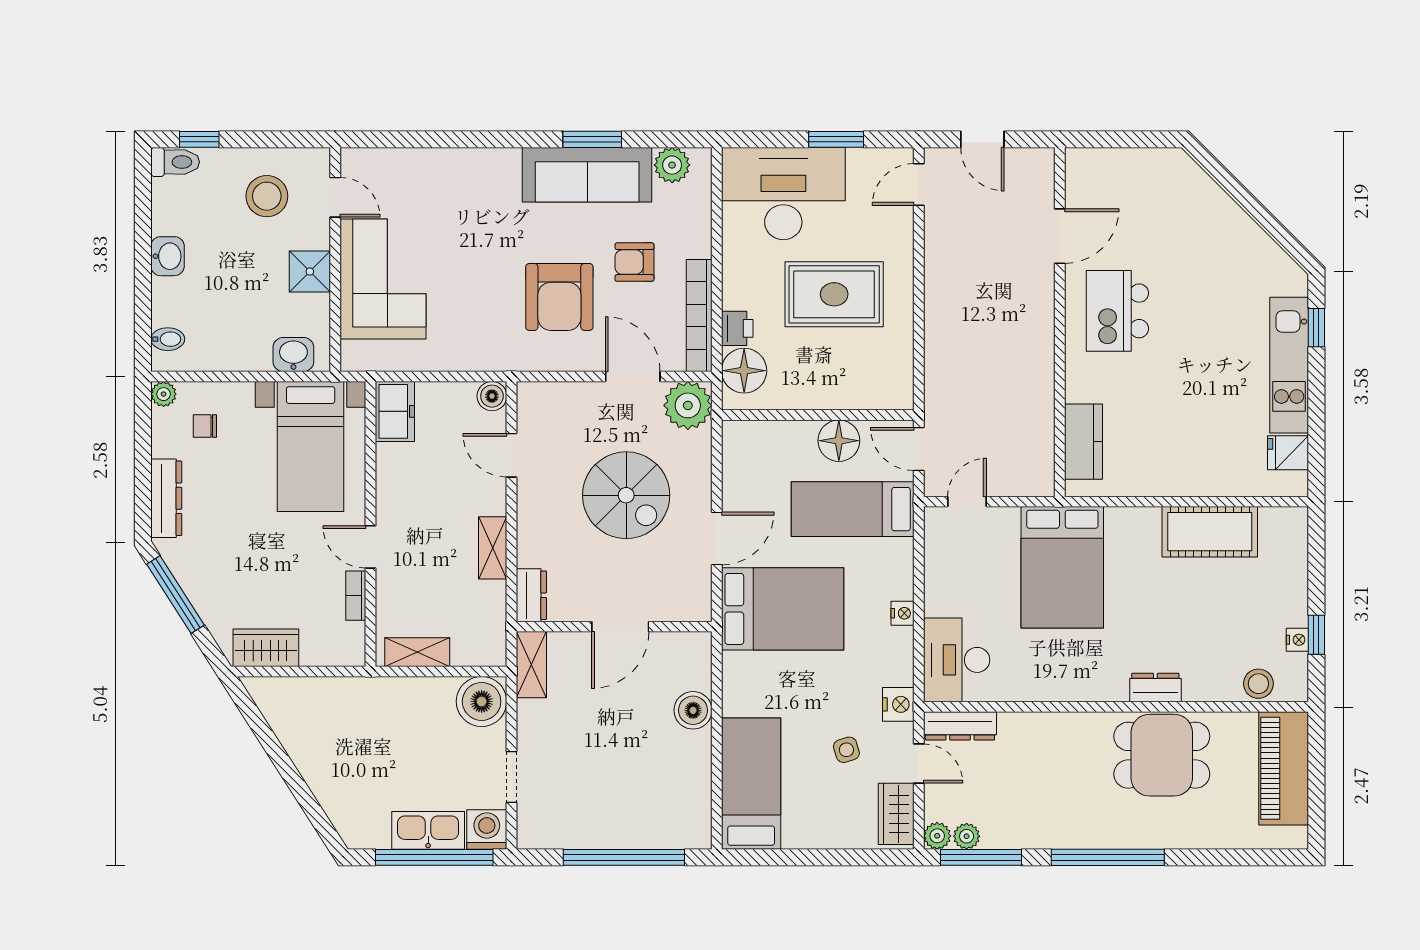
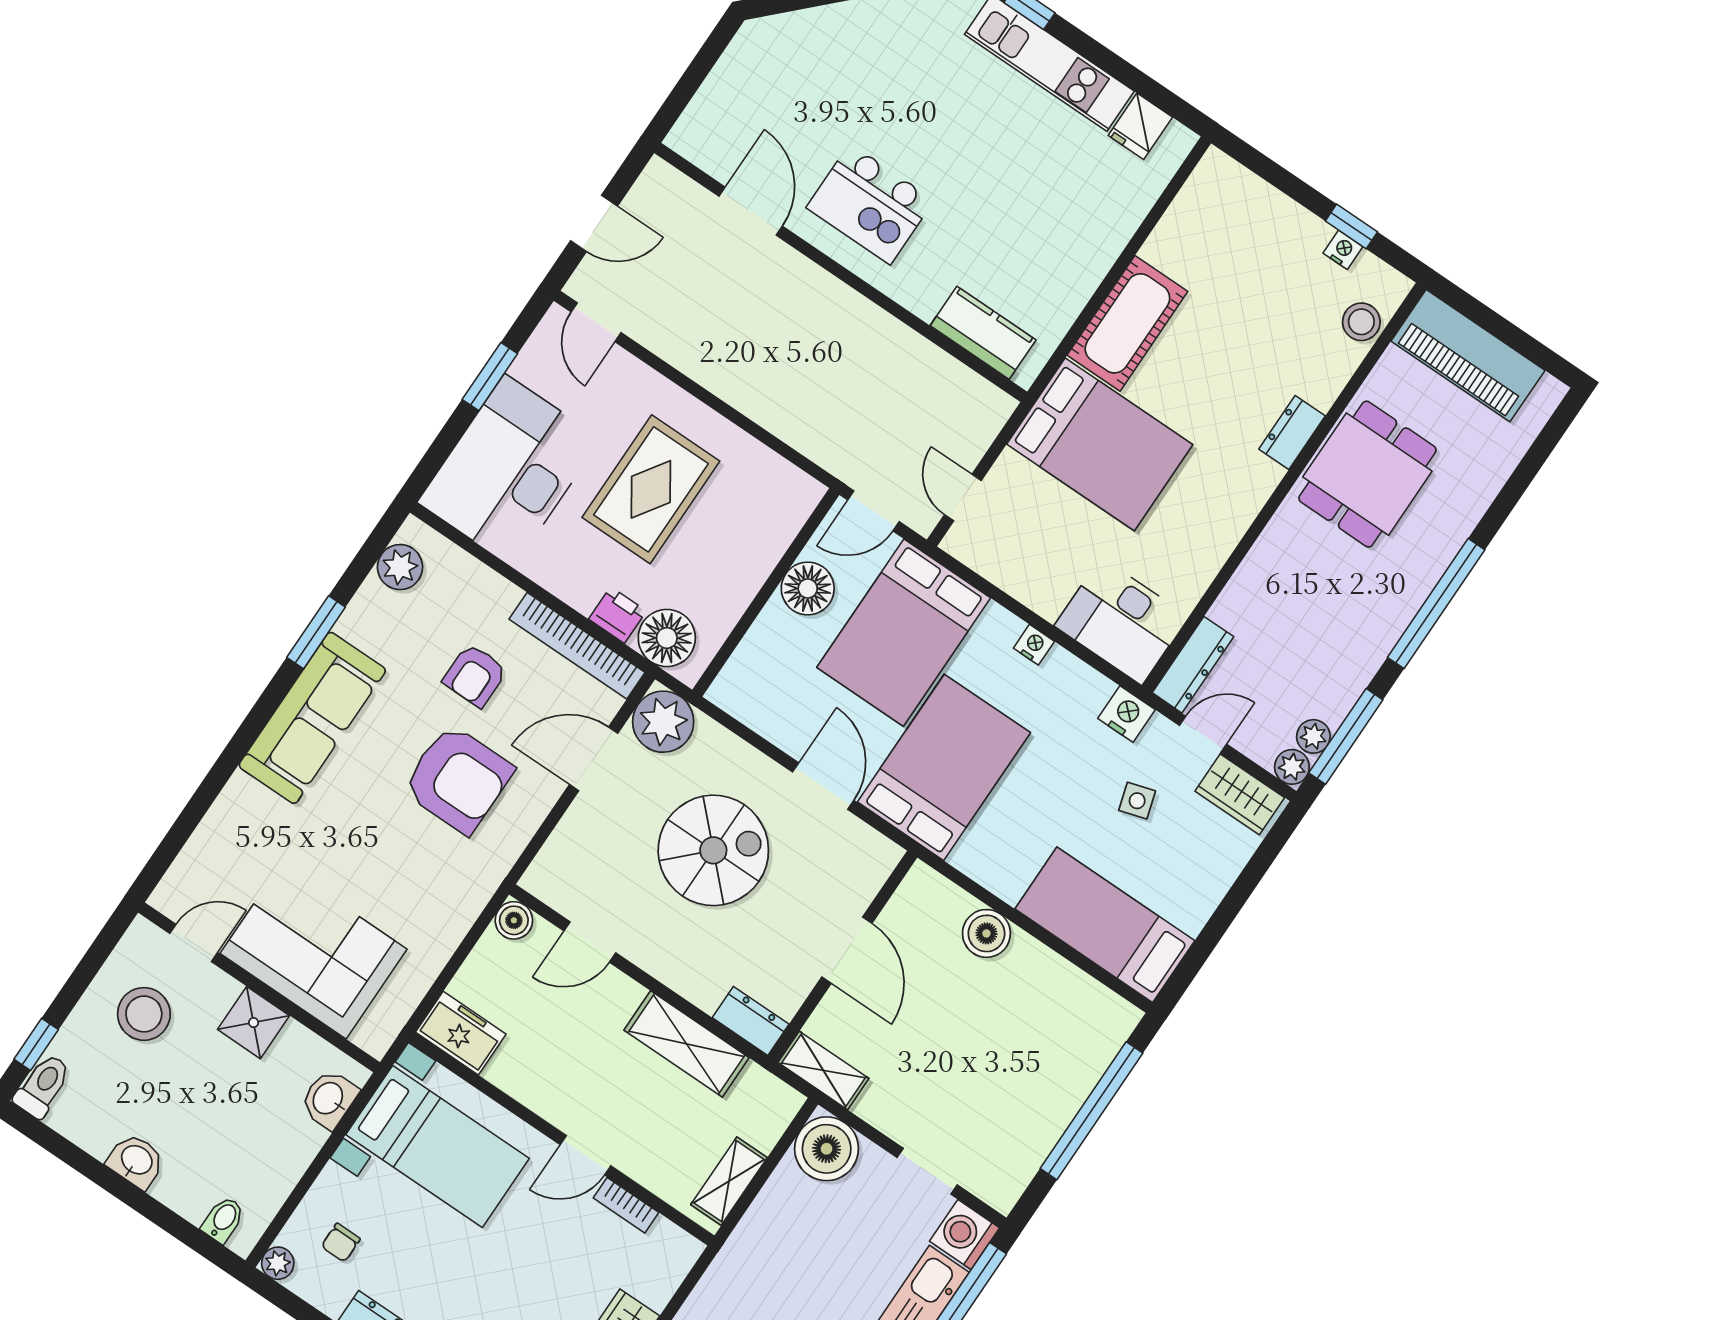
sofa: (587, 175) -> (312, 718), moved
bed: (853, 509) -> (904, 633), width x1.50
cot: (1210, 532) -> (1127, 323), moved
shelving: (493, 548) -> (687, 1044), width x1.50, depth x1.33

